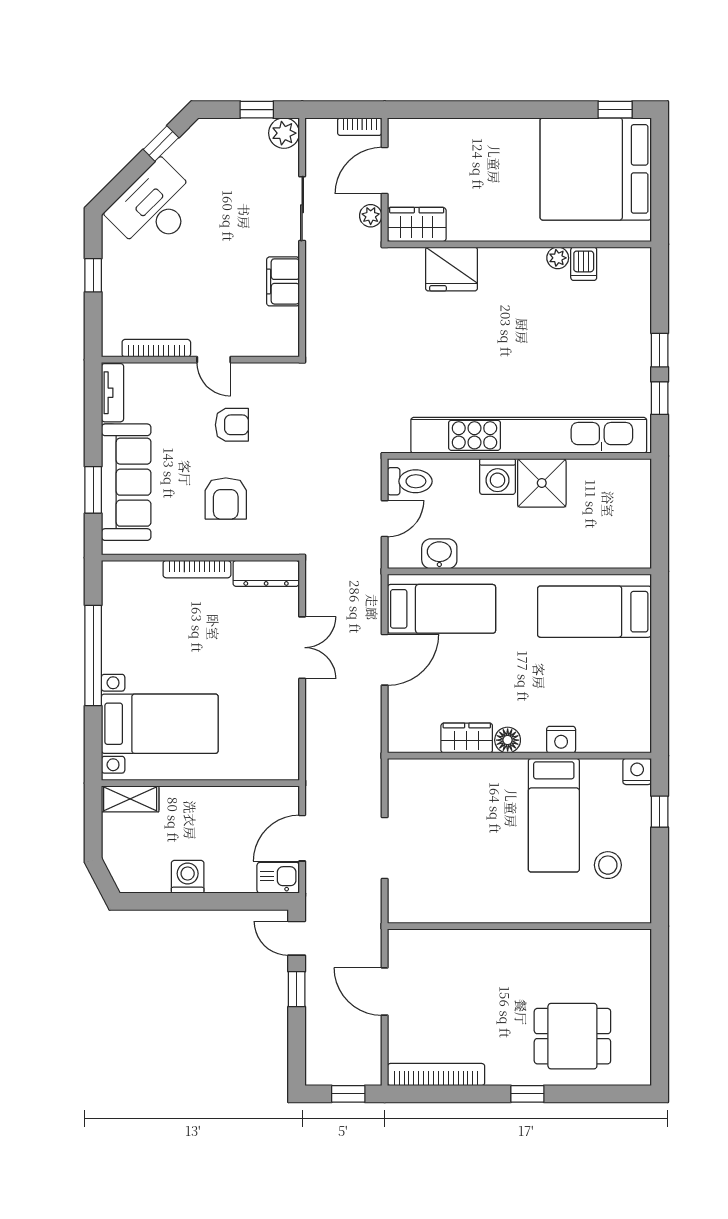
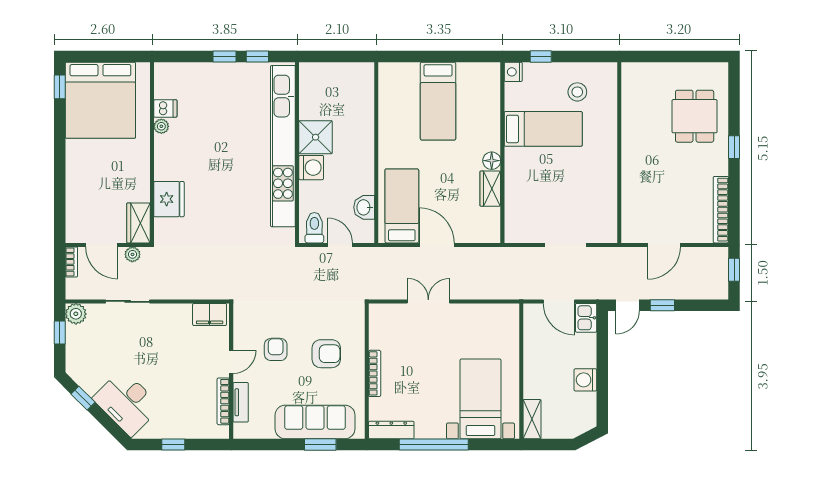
filing cabinet: (283, 281) -> (210, 314), moved
tv unit: (112, 393) -> (241, 402), moved, turned 90
dresser: (266, 573) -> (391, 430), moved, turned -90
bed: (594, 612) -> (438, 101), moved
nightstand: (561, 740) -> (491, 124), removed

